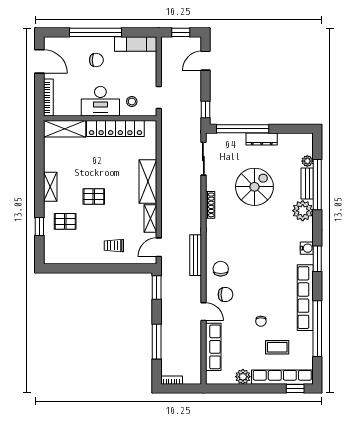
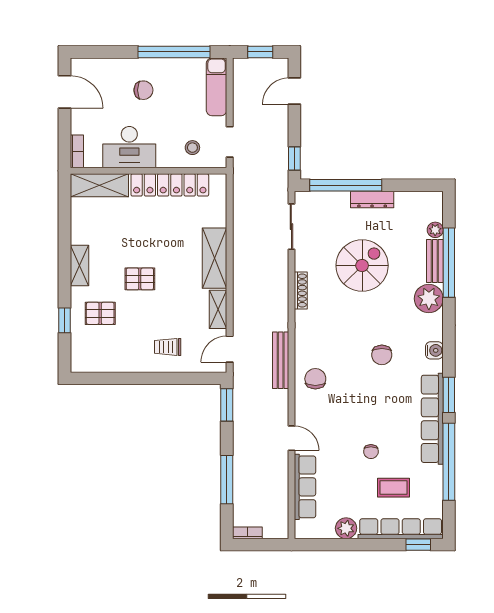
window: (96, 32) -> (174, 52), moved
exam couch: (136, 44) -> (217, 87), moved, turned 90
bookcase: (48, 98) -> (77, 151), width x0.64
desk: (100, 101) -> (129, 147), moved
window: (317, 259) -> (449, 395), moved
chair: (226, 295) -> (382, 355), moved, turned 90

